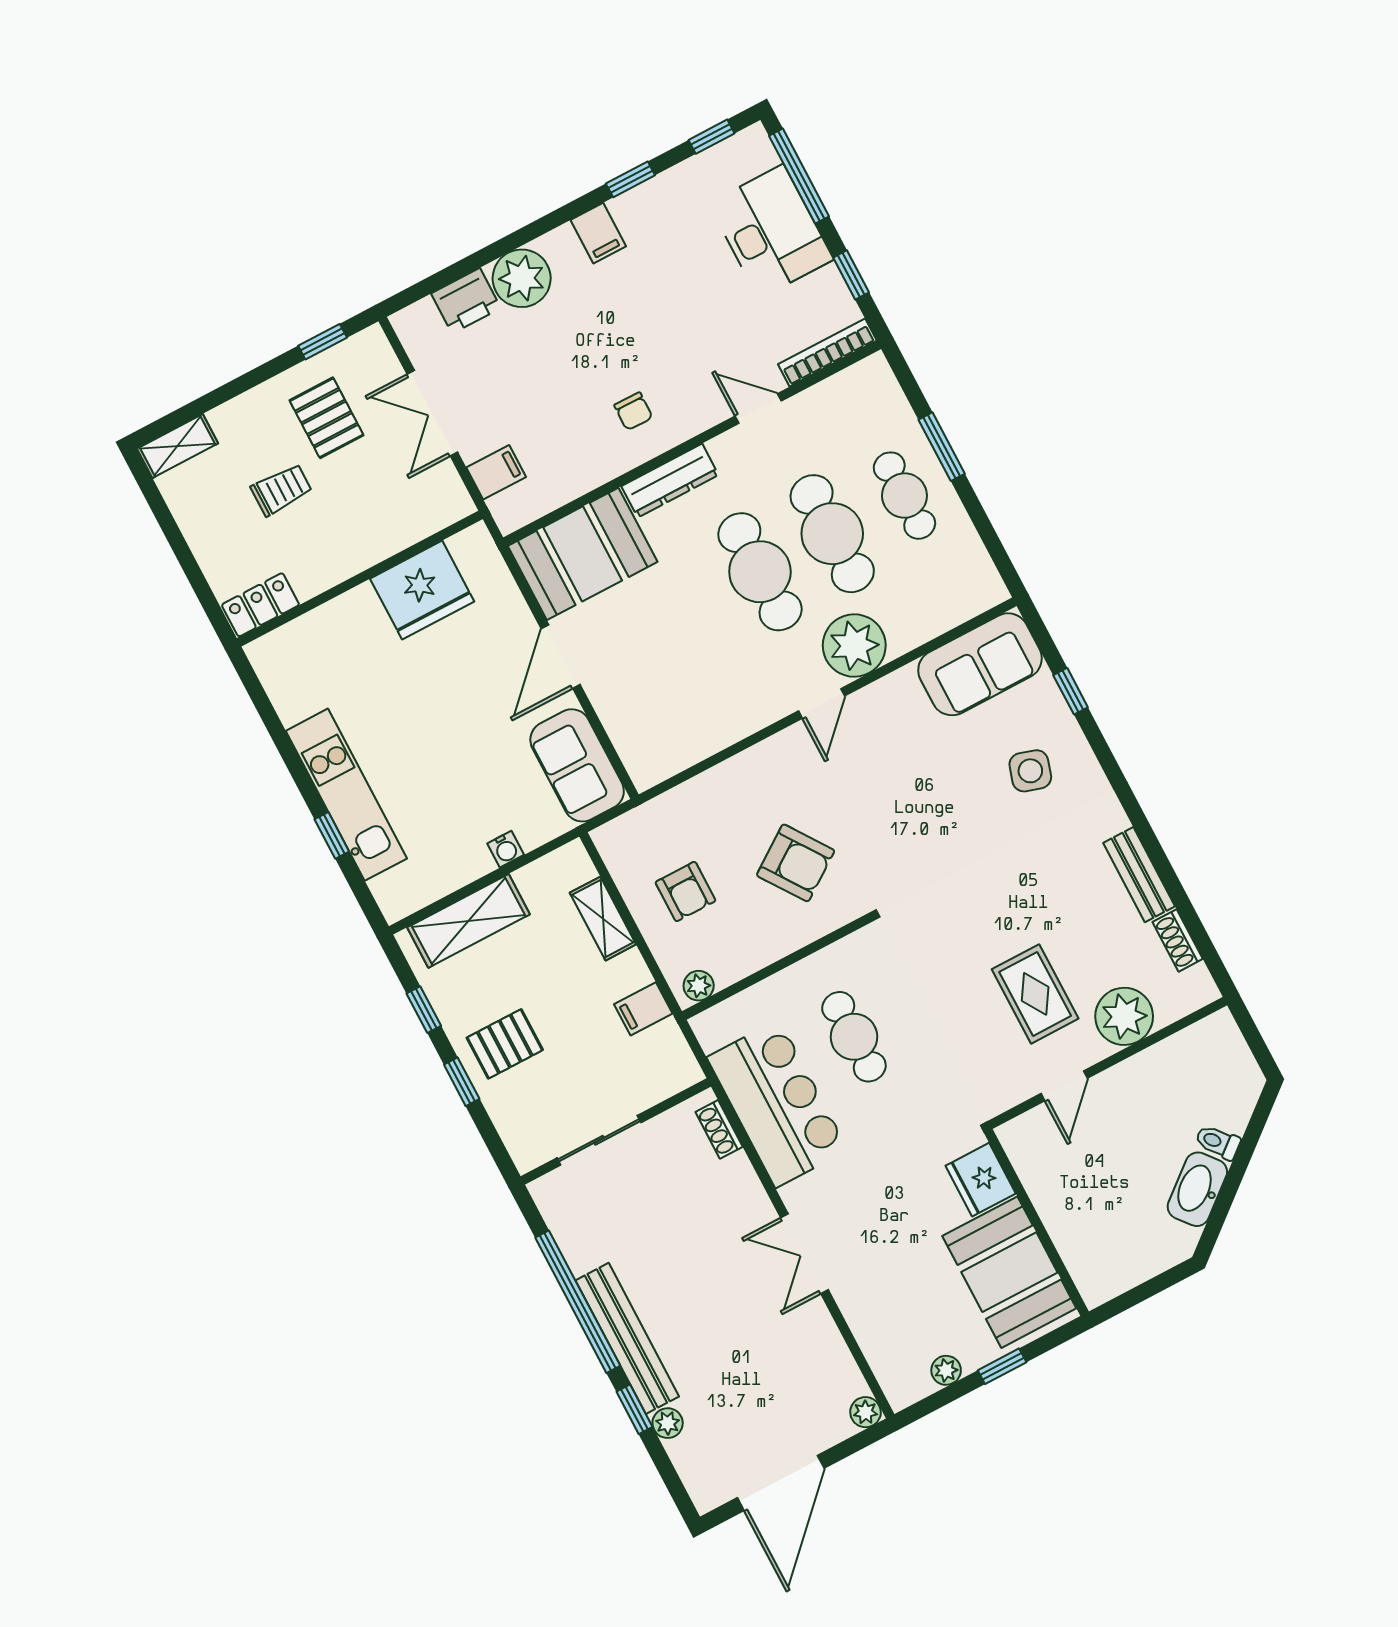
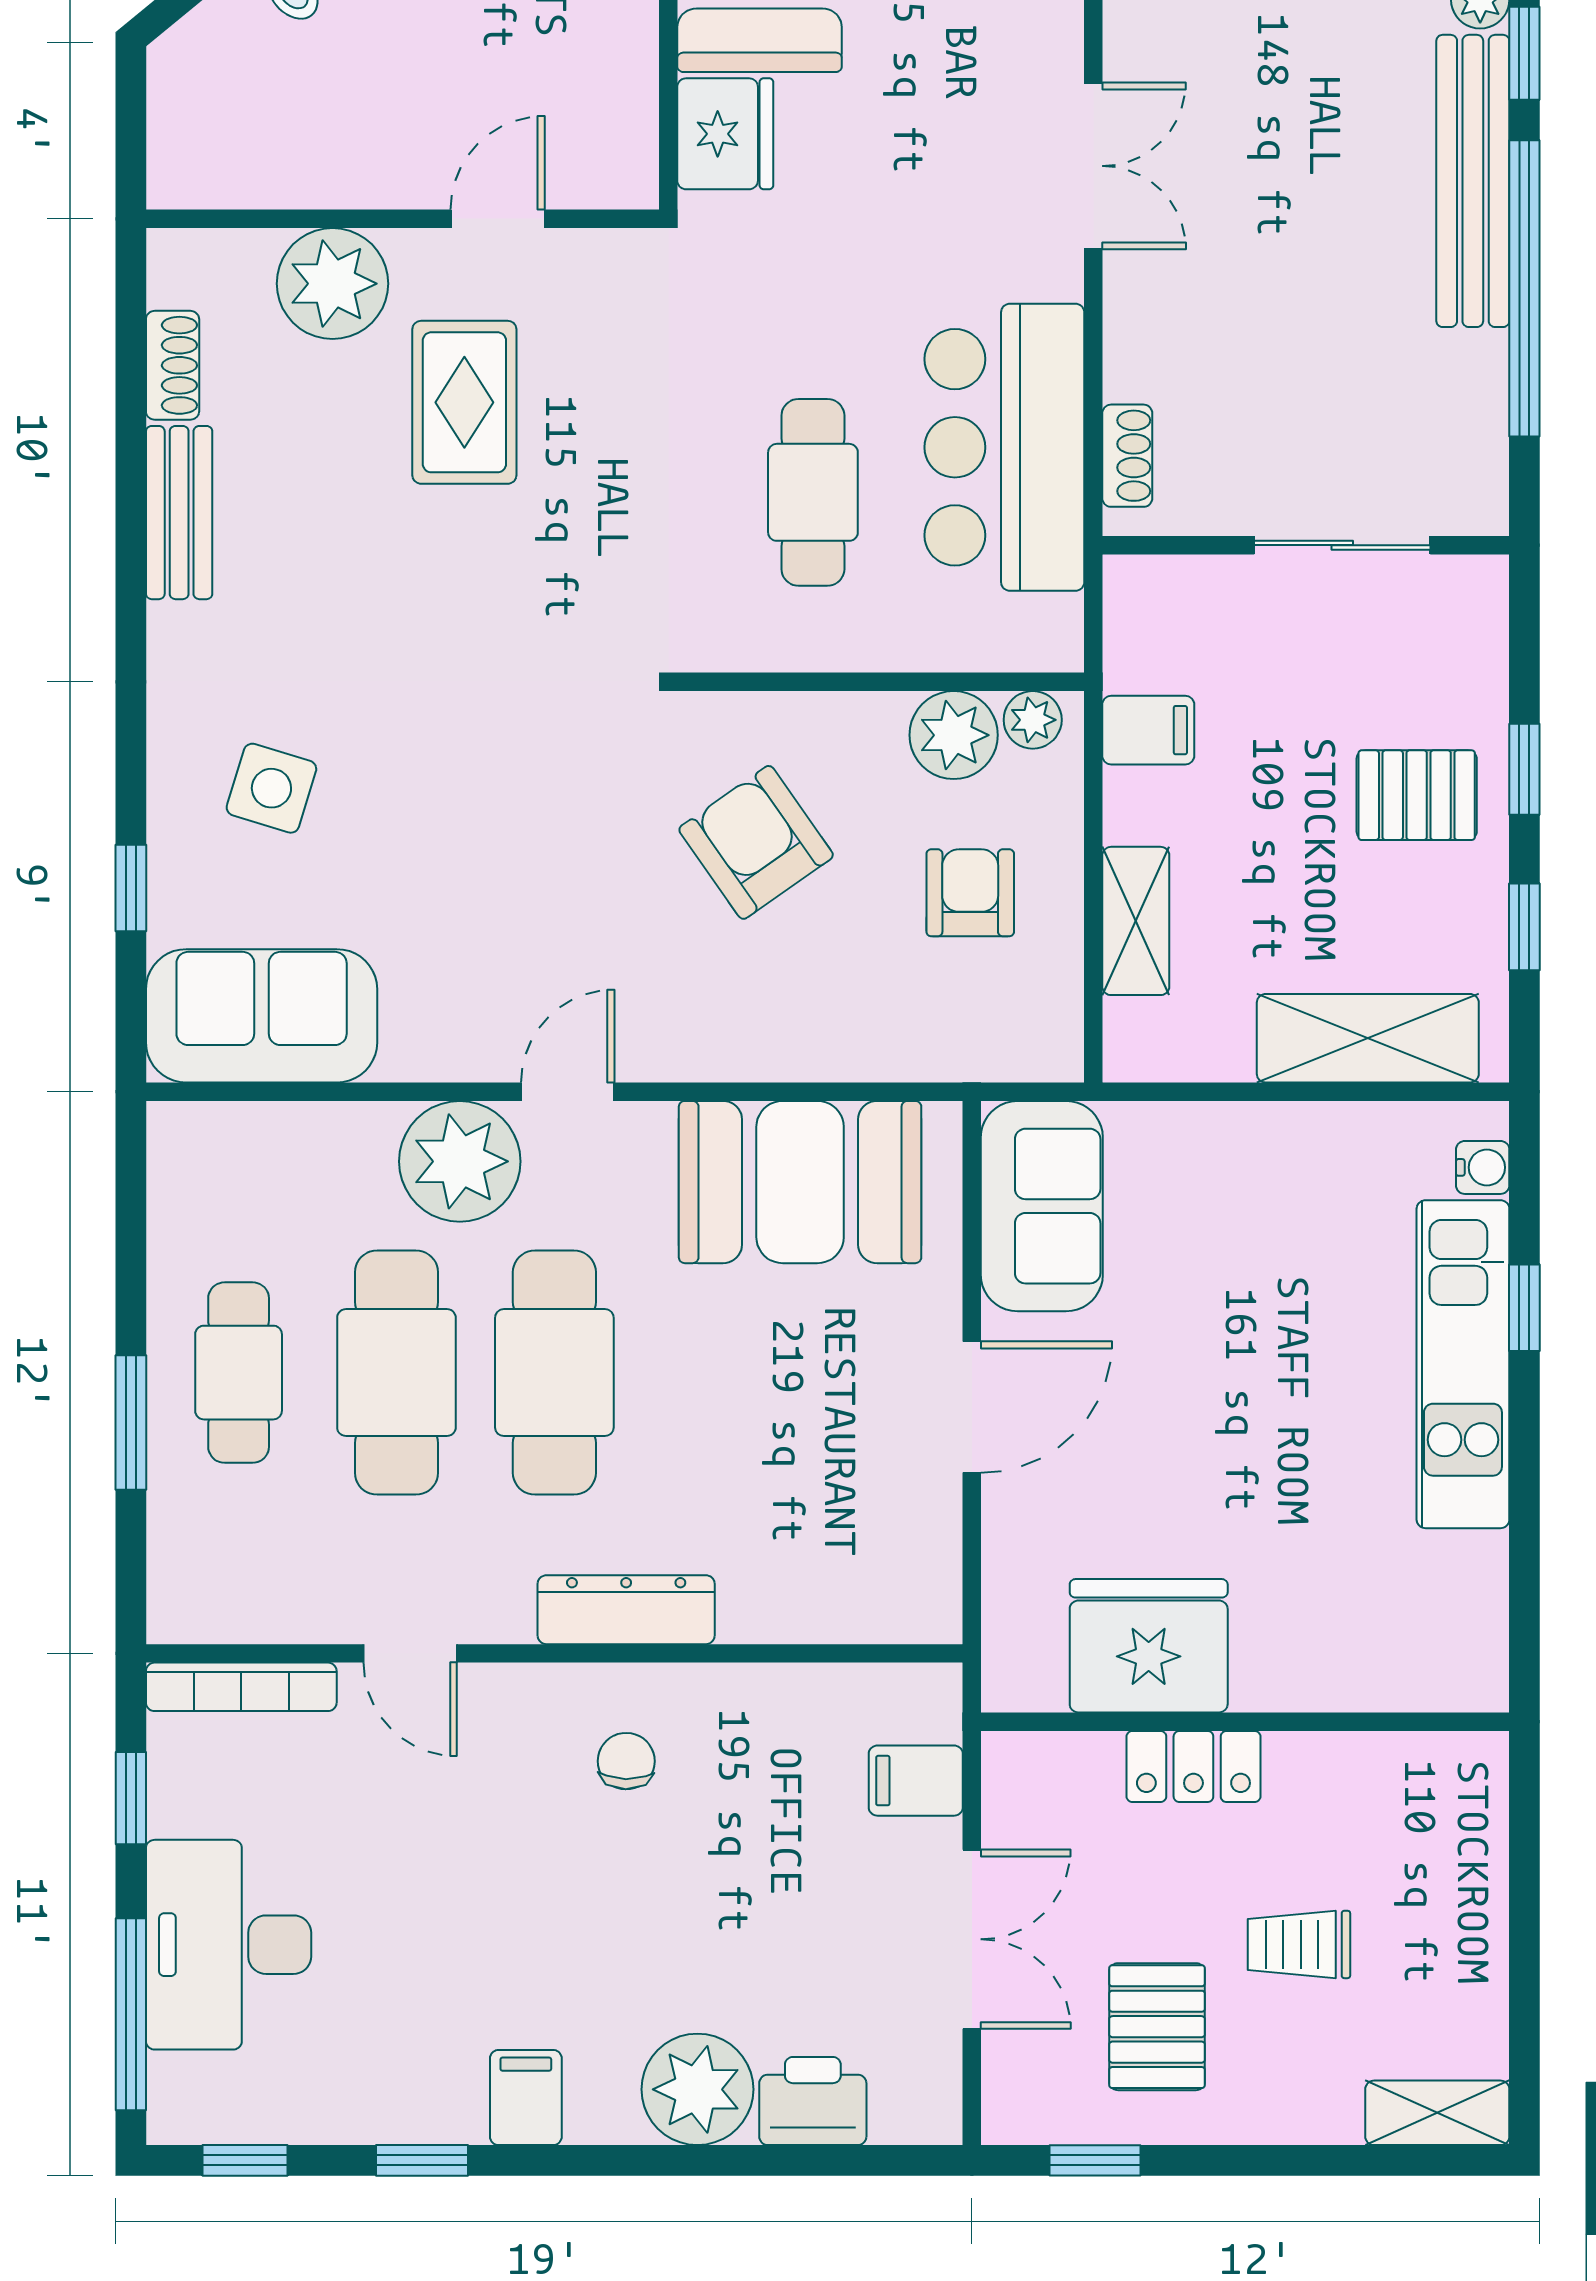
booth: (583, 554) -> (800, 1182), moved
locker: (260, 605) -> (1193, 1766), moved
water cooler: (506, 849) -> (1483, 1167), moved, turned 90
plant: (731, 960) -> (954, 735), added

